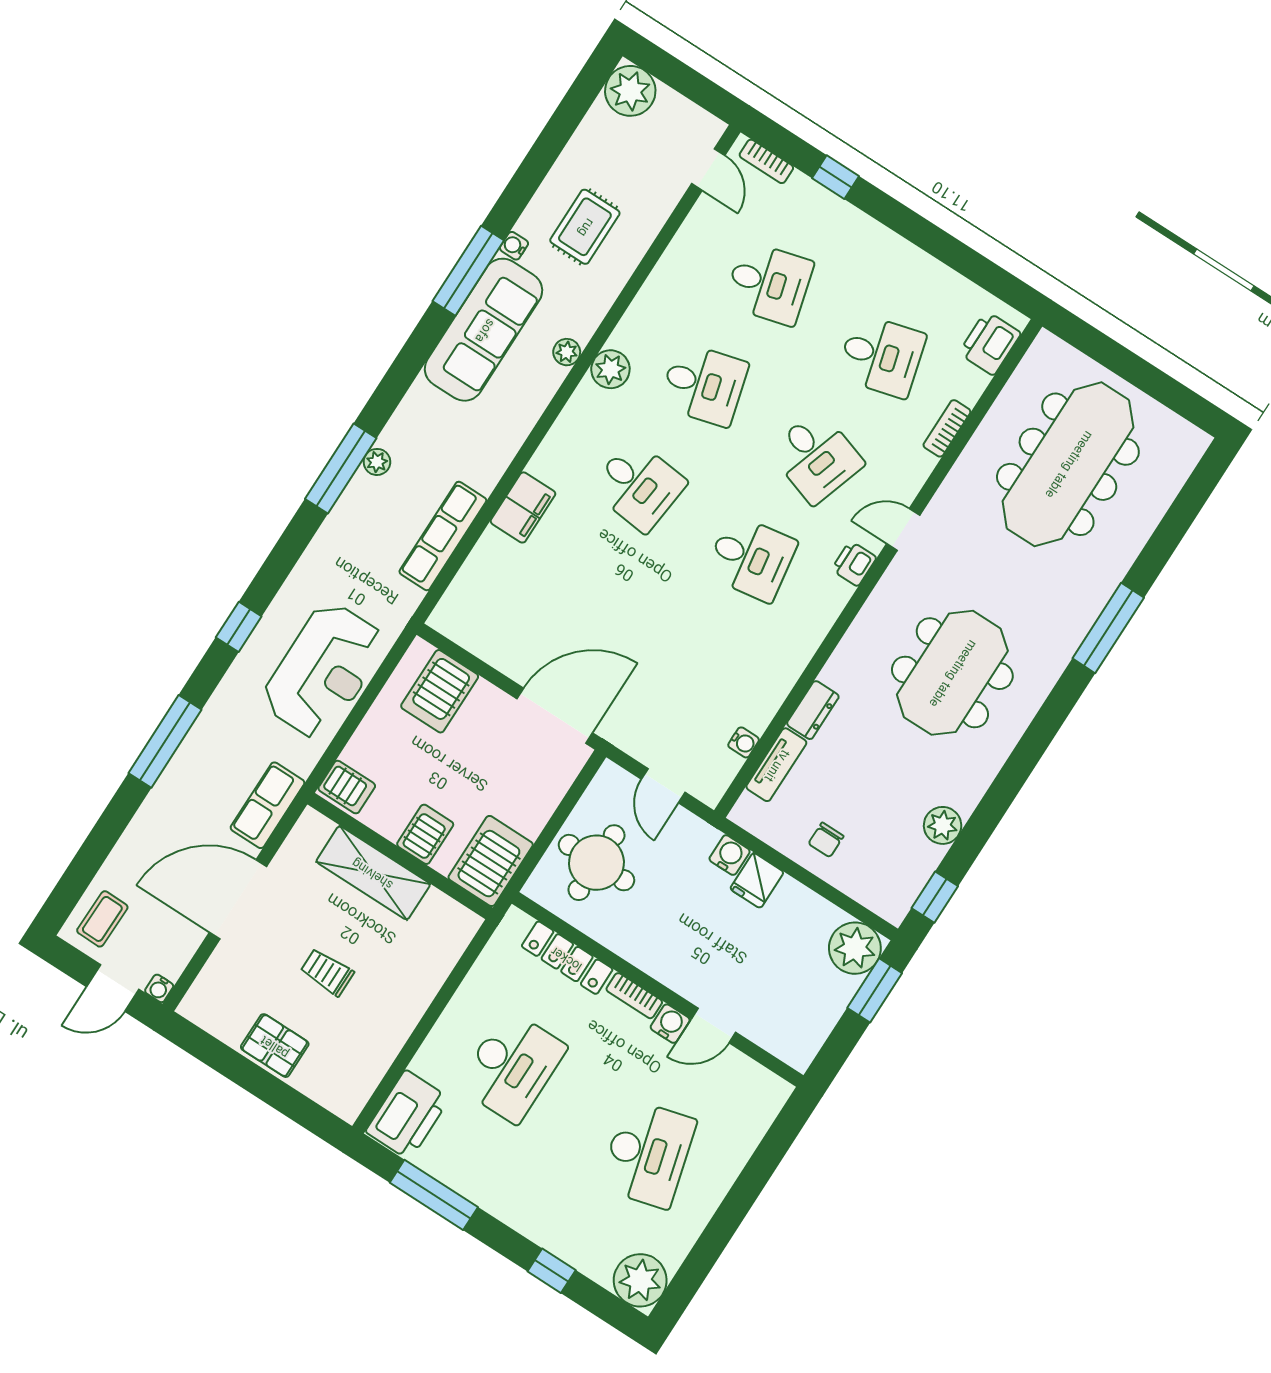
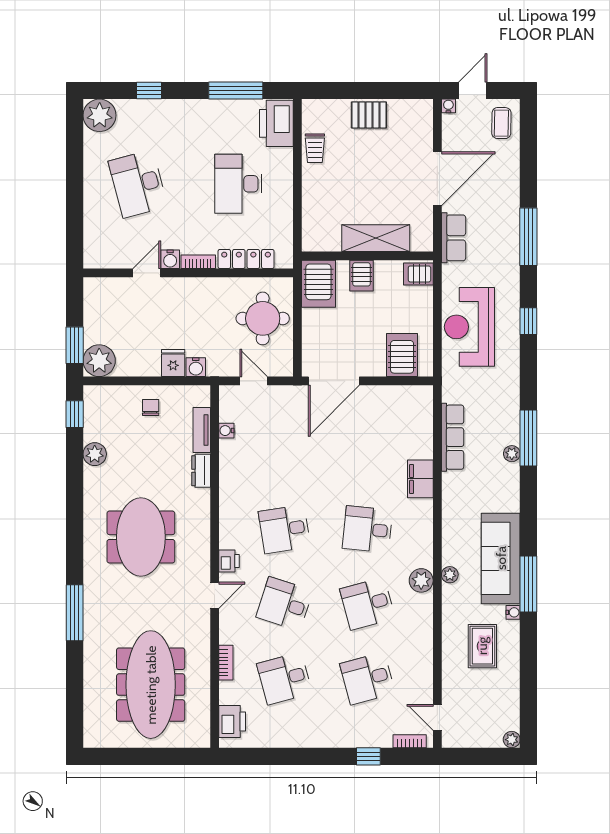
plant: (630, 91) -> (512, 740), width x0.53, depth x0.53
trolley: (327, 972) -> (315, 148), moved, turned 90

